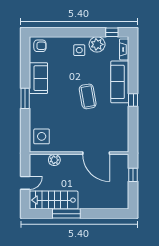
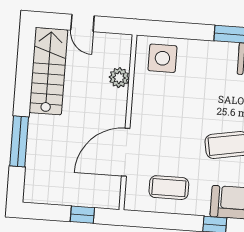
coffee table: (114, 127) -> (169, 188), added
window: (66, 214) -> (19, 141), moved

